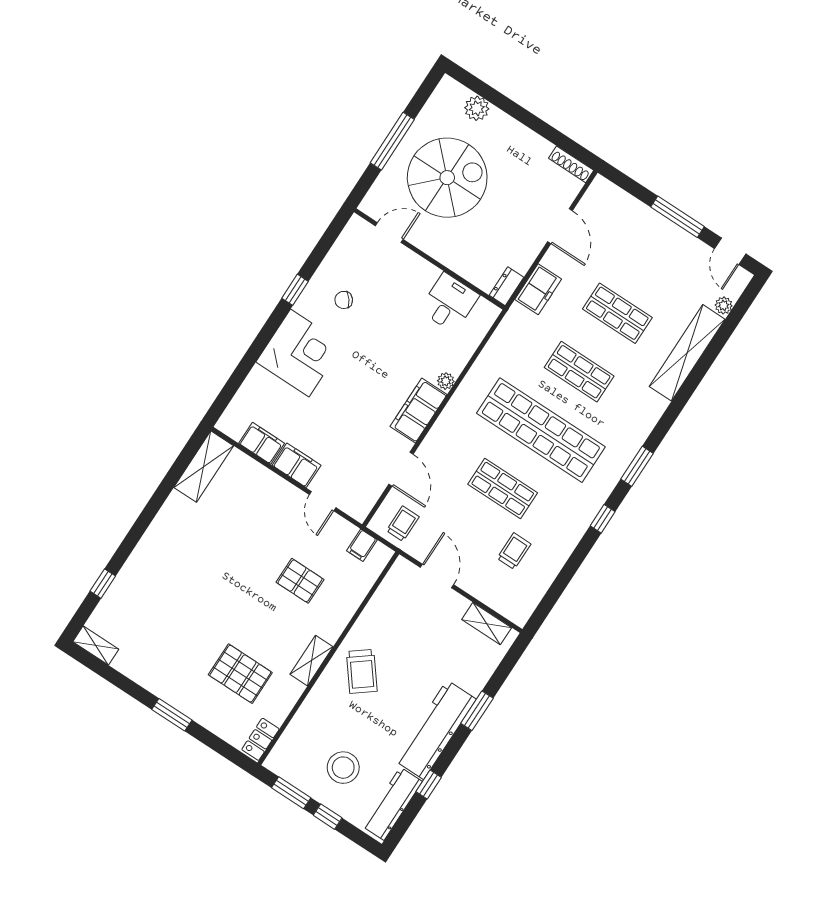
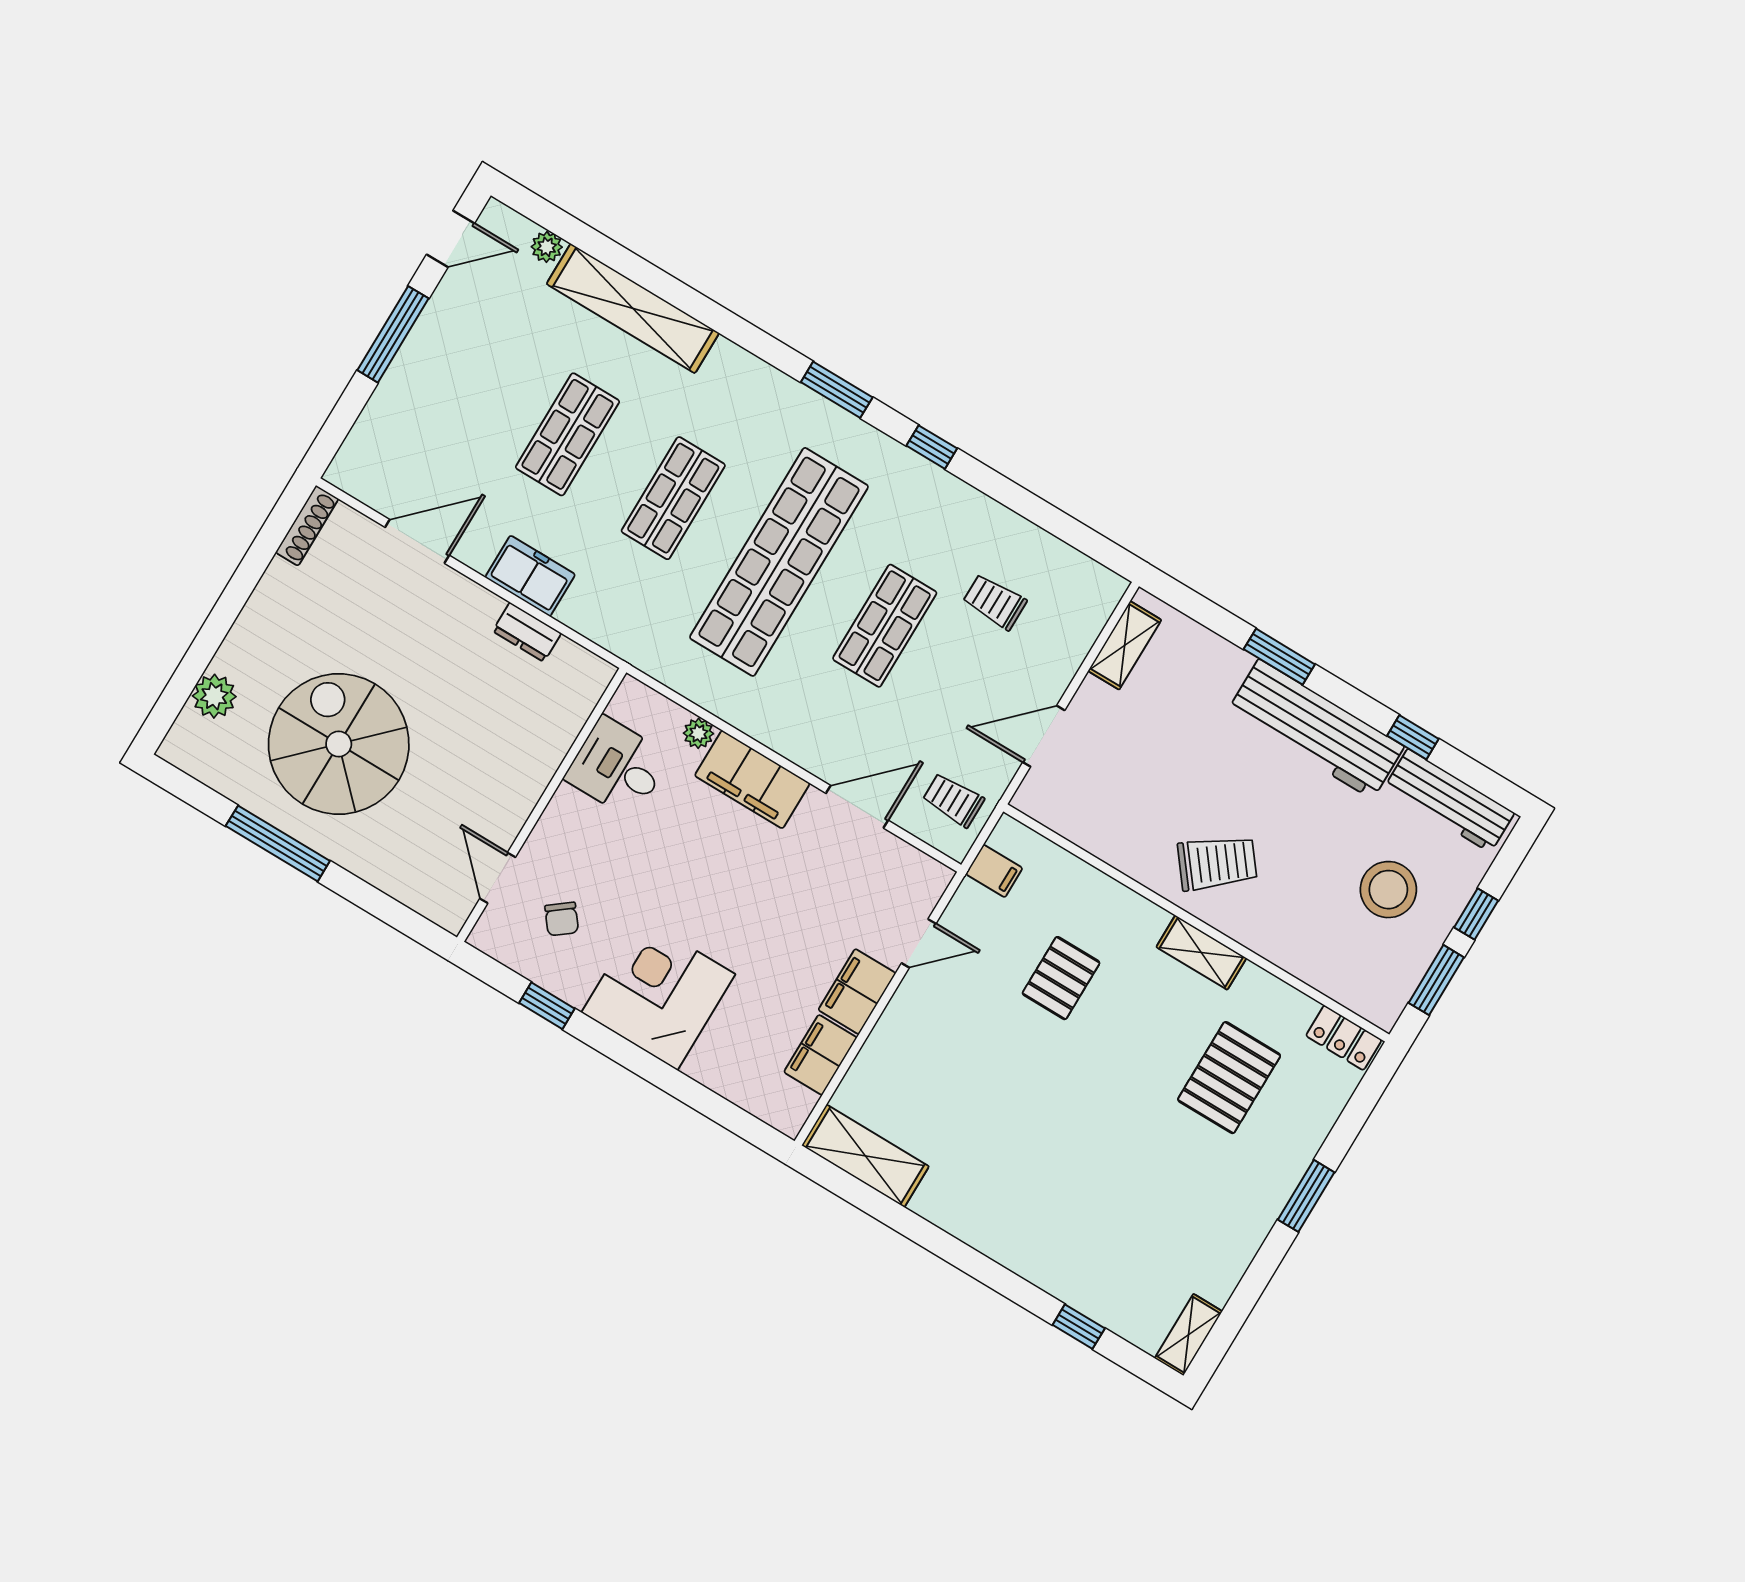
door: (389, 233) -> (498, 878), moved
wall: (430, 259) -> (542, 805), moved
desk: (449, 303) -> (618, 767), moved

